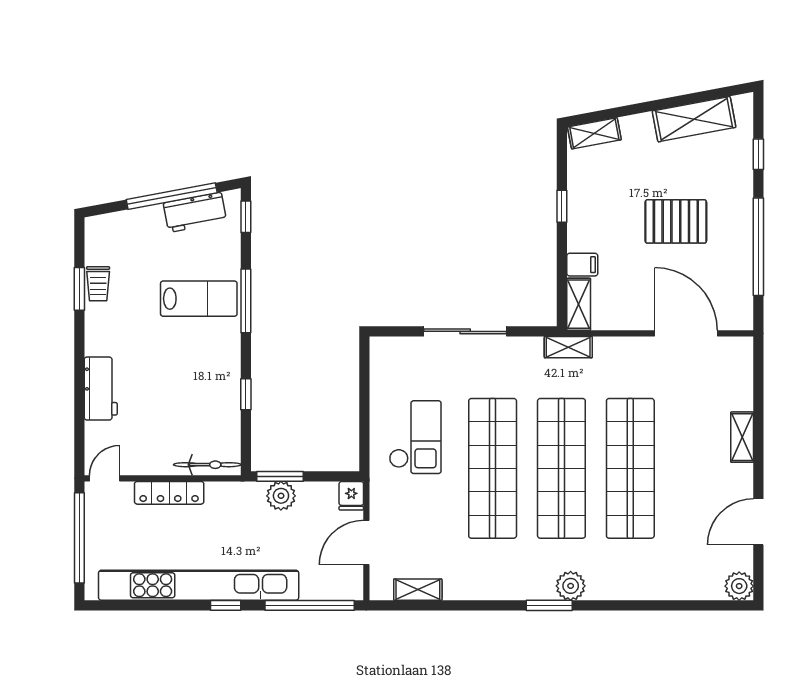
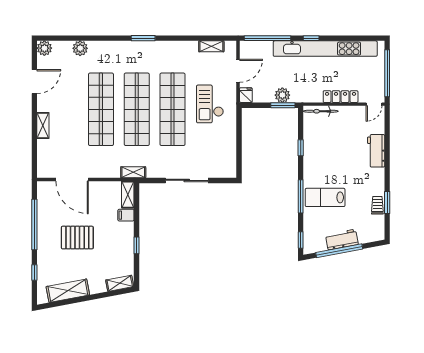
workbench: (195, 212) -> (342, 240), moved
checkout: (415, 437) -> (210, 104), moved
plant: (571, 586) -> (80, 48), moved

